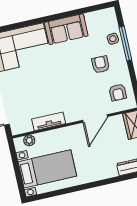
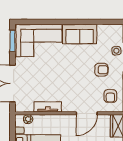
armchair: (101, 64) -> (101, 70), turned 90

